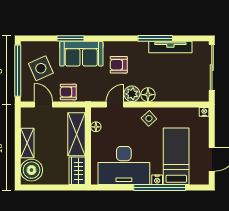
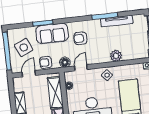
plant: (132, 94) -> (116, 56), moved
floor lamp: (148, 95) -> (65, 62), moved
door: (44, 105) -> (29, 74), hinge flipped

